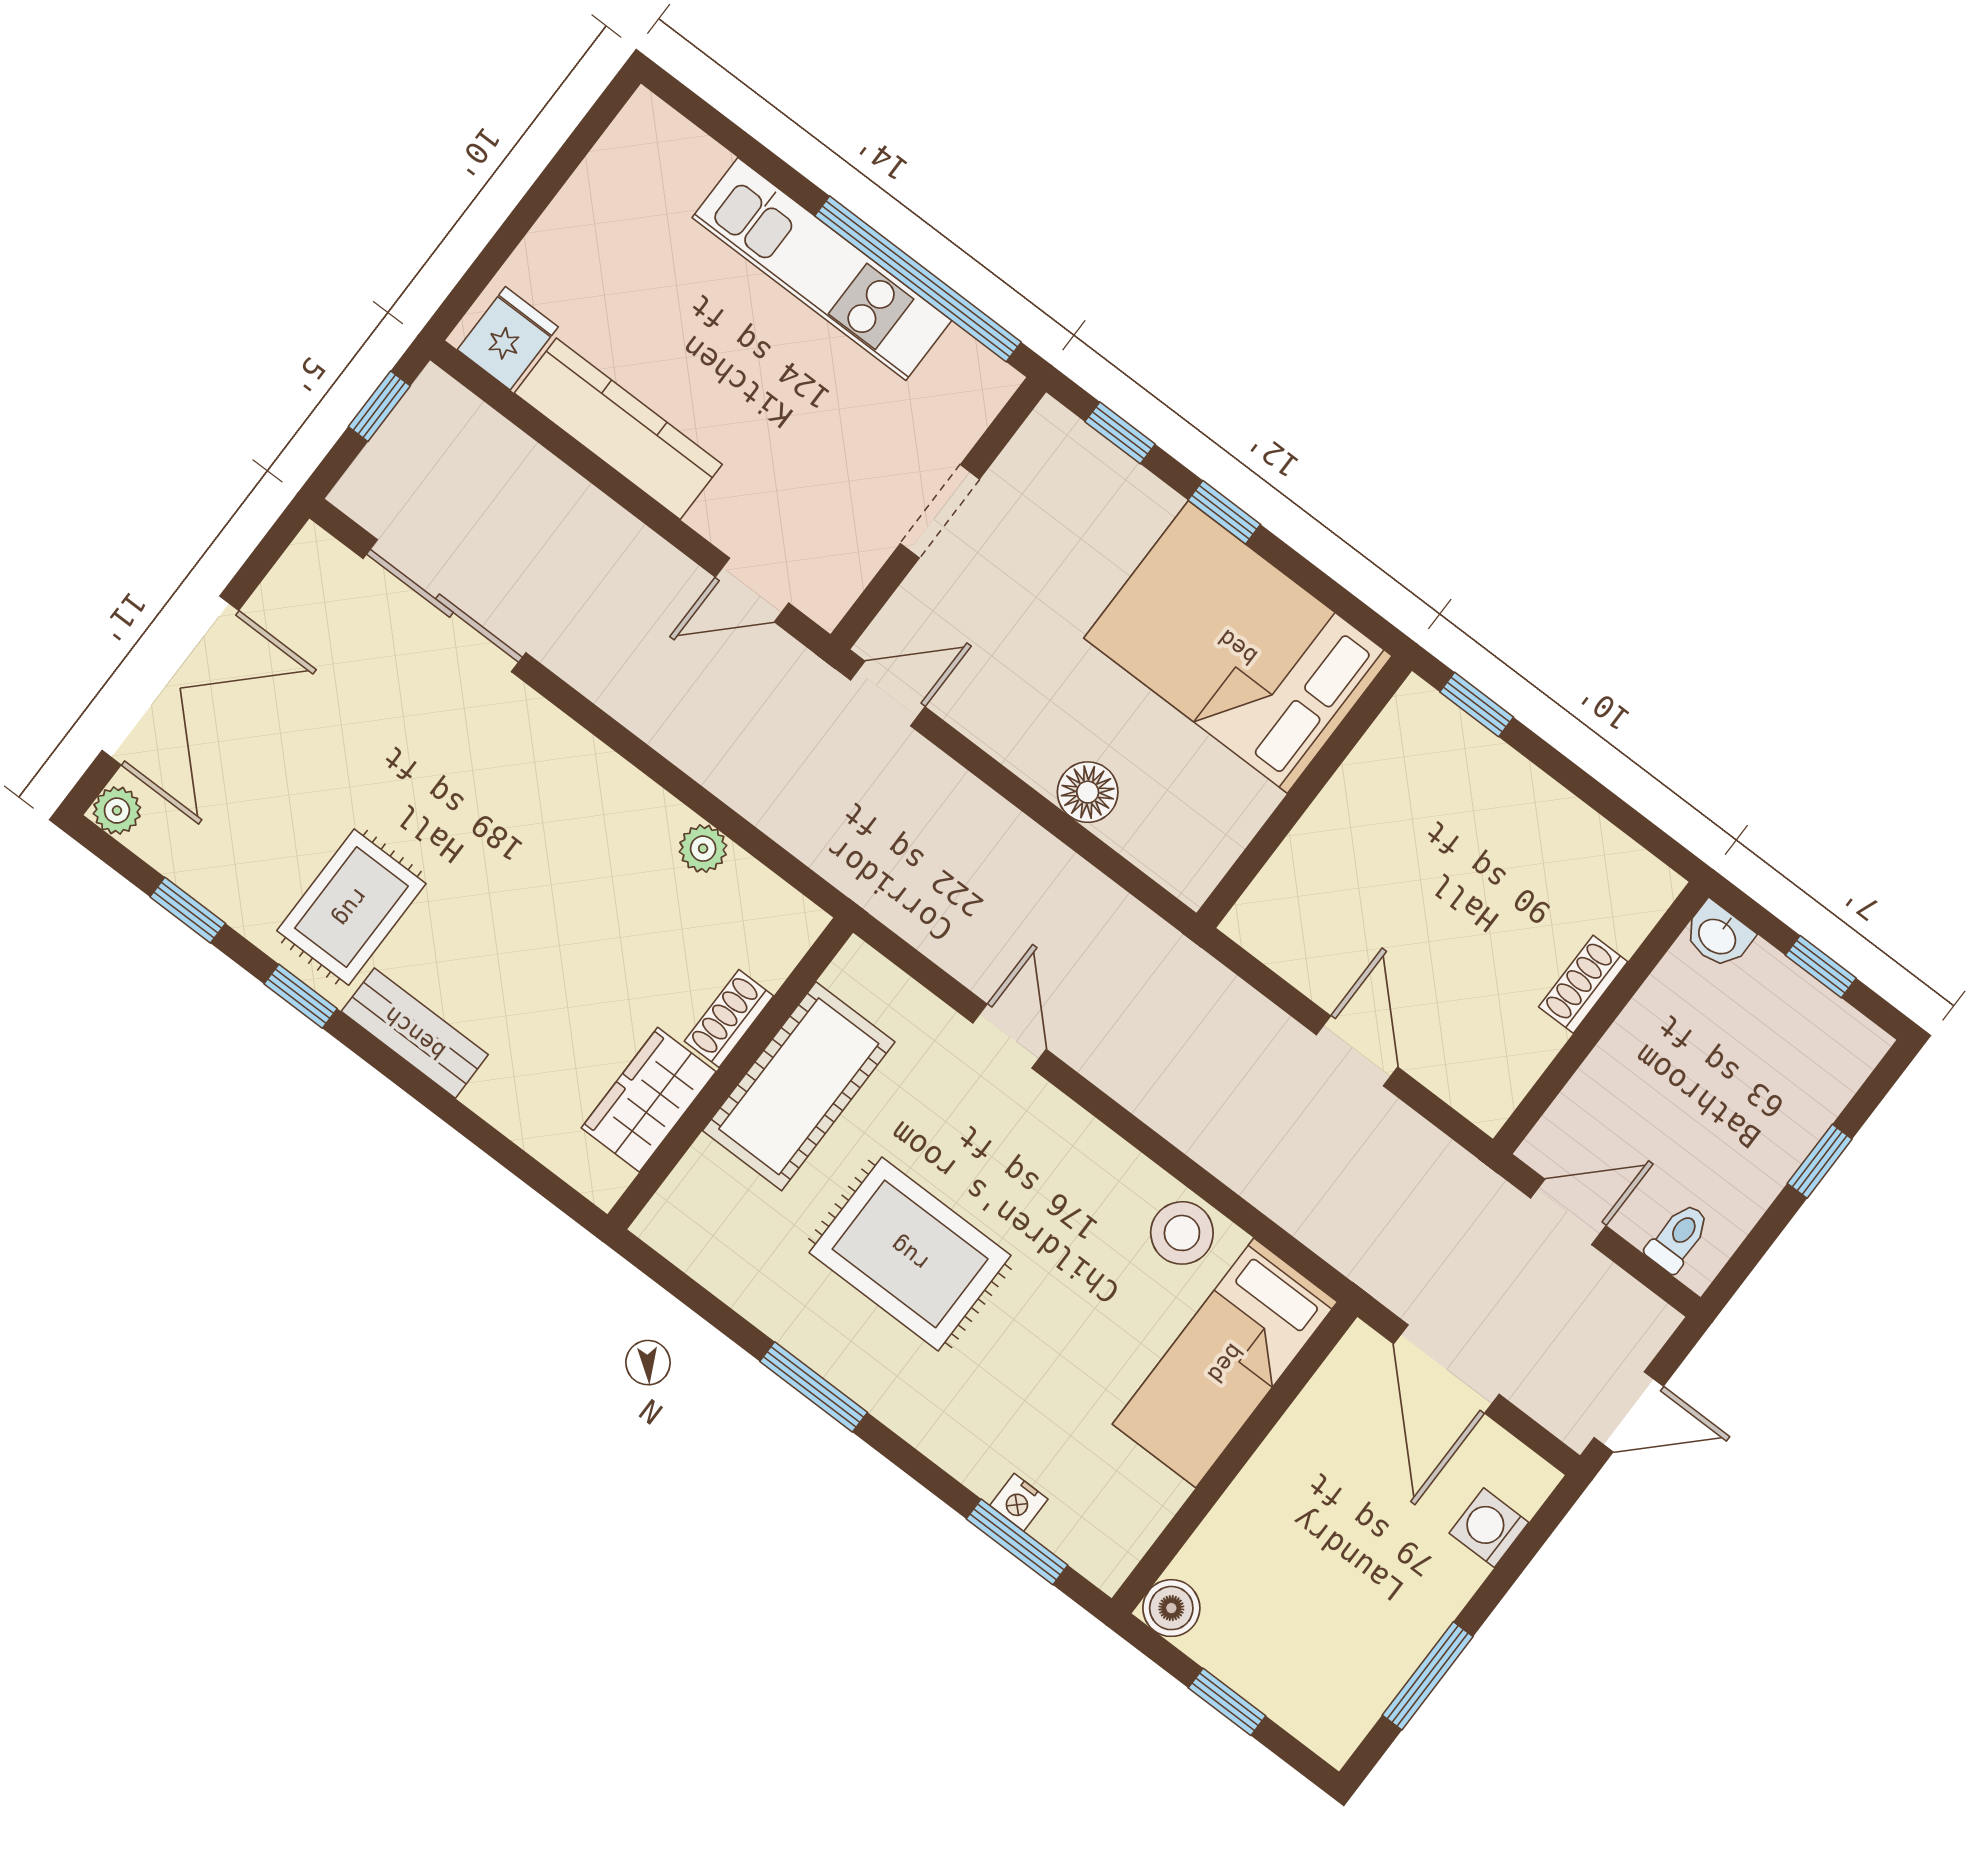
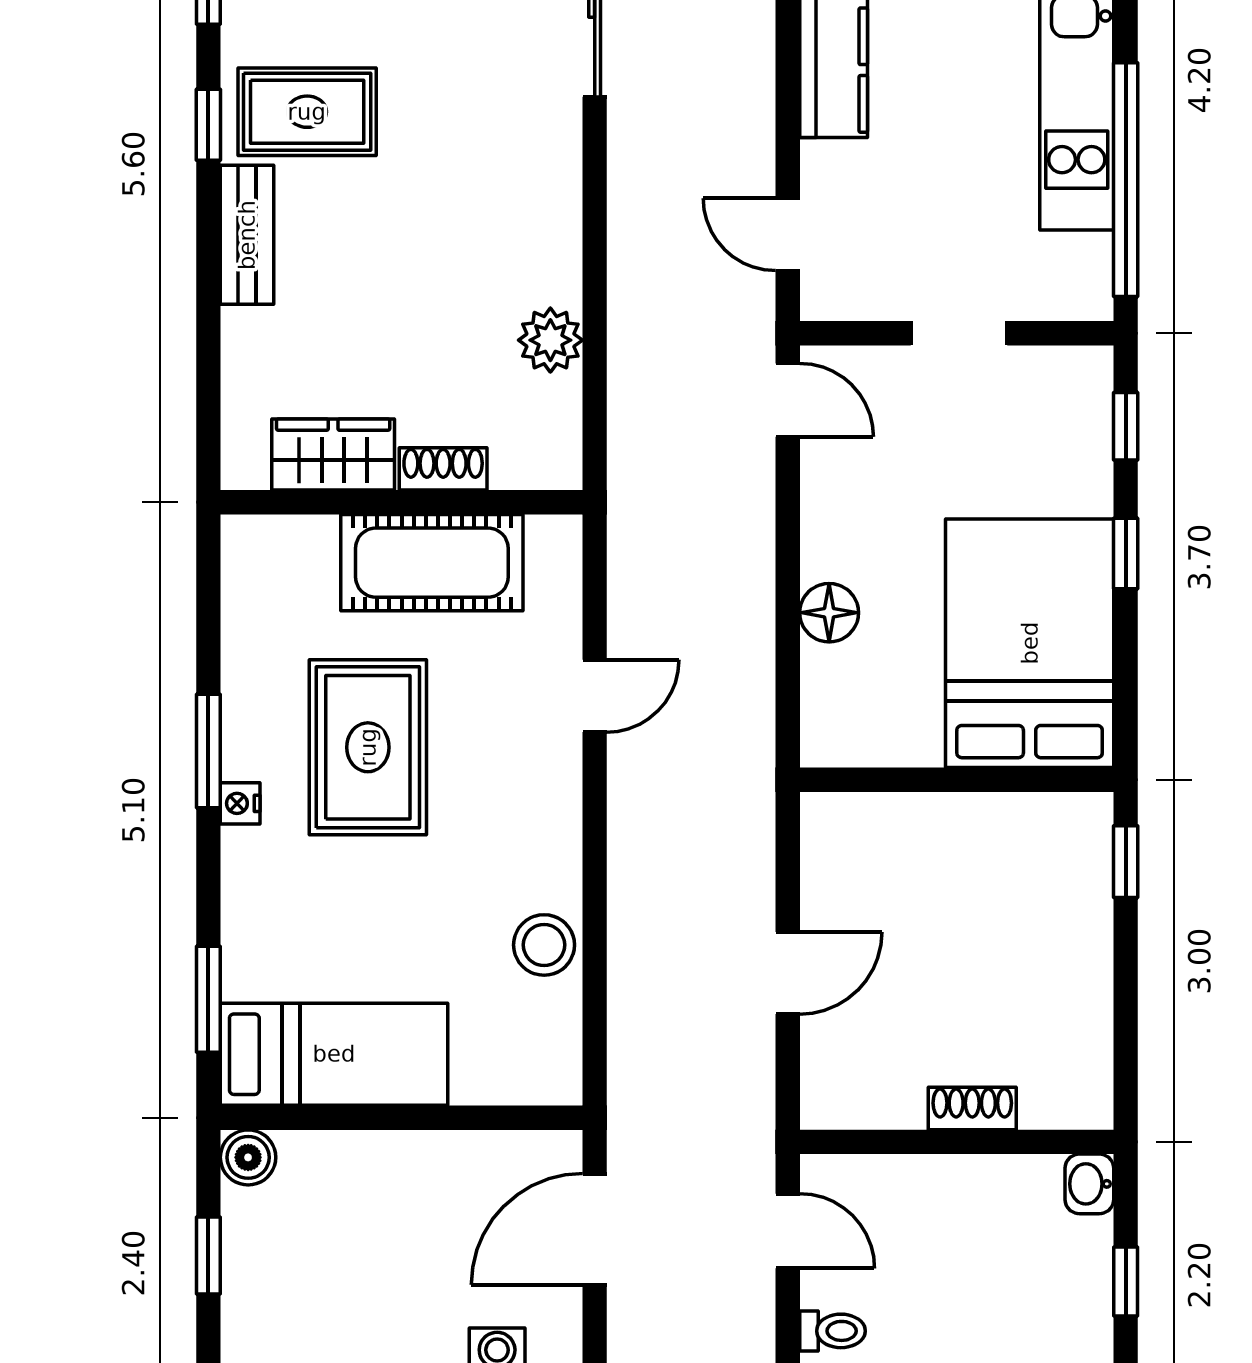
plant: (703, 849) -> (550, 340), width x1.38, depth x1.38
bed: (1225, 1363) -> (334, 1054), moved, turned 180
nightstand: (1019, 1502) -> (240, 803), moved

